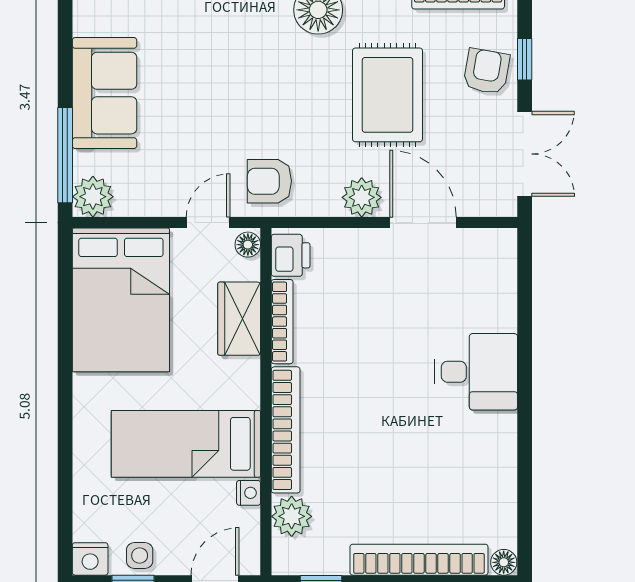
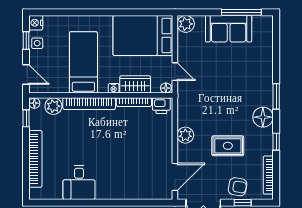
rug: (387, 95) -> (228, 146), width x0.73, depth x0.70
window: (65, 155) -> (241, 12), moved
armchair: (269, 181) -> (192, 97), removed
door: (423, 222) -> (175, 177), moved
desk: (476, 372) -> (79, 182), moved
nightstand: (249, 493) -> (114, 88), moved
floor lamp: (504, 562) -> (34, 103), moved

